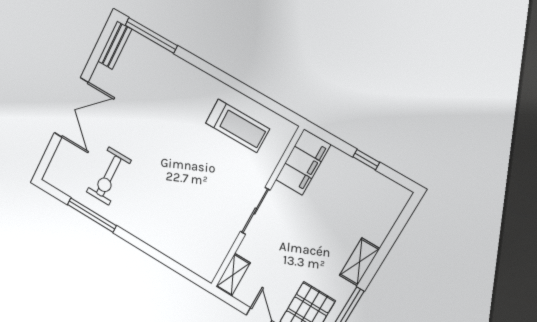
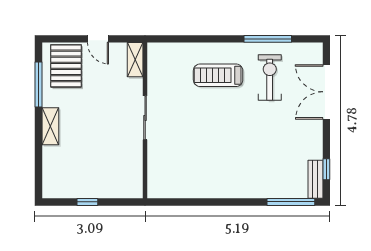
window: (99, 50) -> (326, 169), added
double door: (71, 108) -> (326, 92), moved
treadmill: (237, 126) -> (218, 75), moved
filing cabinet: (303, 162) -> (130, 174), removed

